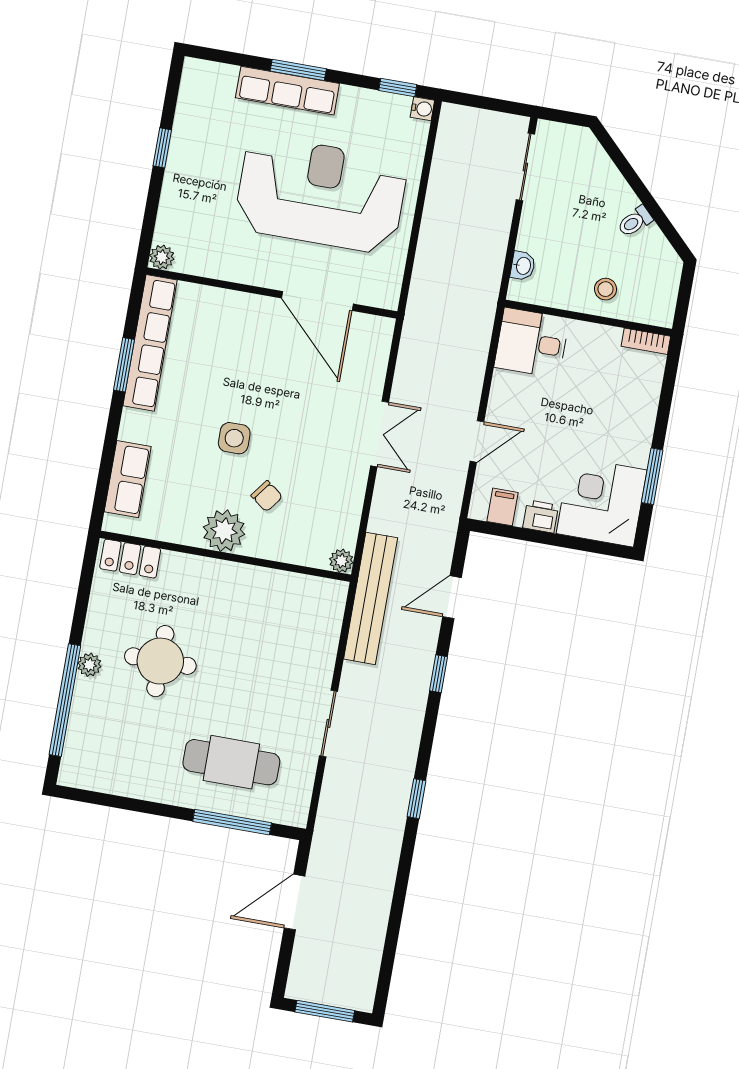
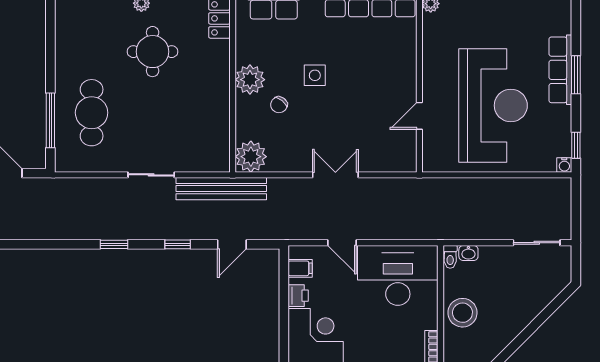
toilet: (635, 221) -> (450, 257), moved, turned -135
stool: (605, 289) -> (462, 313), width x1.89, depth x1.89
door: (317, 301) -> (419, 116), width x0.53
desk: (532, 343) -> (398, 275), width x1.87, depth x1.30
double door: (380, 434) -> (335, 175), swing flipped
plant: (341, 561) -> (251, 157), width x1.88, depth x1.88
door: (452, 597) -> (232, 244), swing flipped
sliding door: (328, 723) -> (151, 175), moved
window: (416, 799) -> (114, 244), moved

